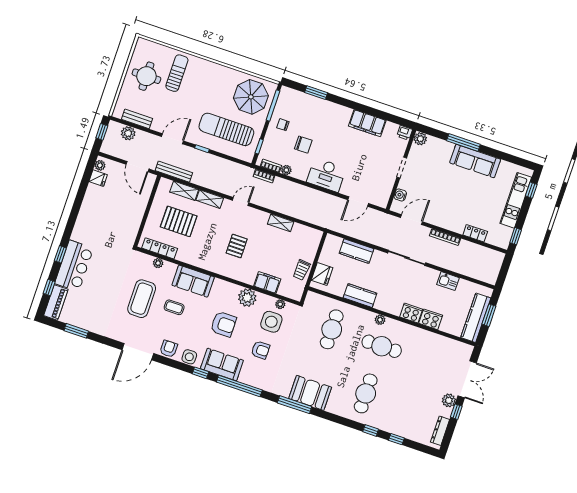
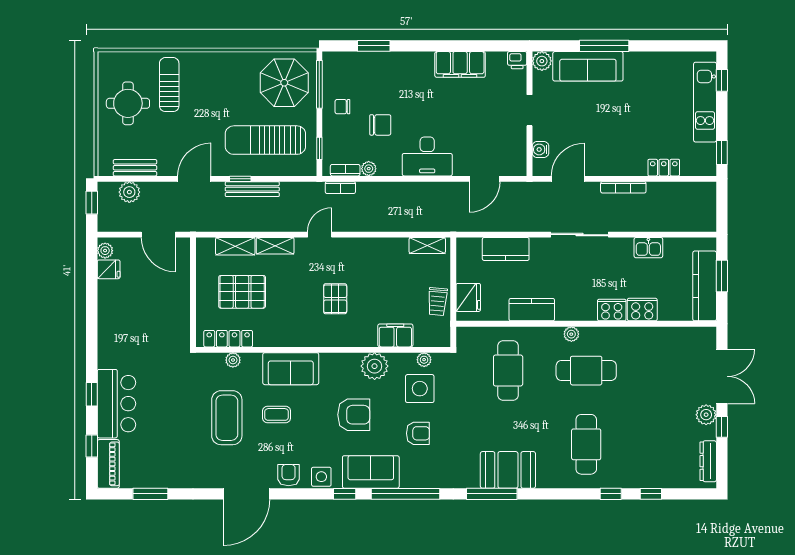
sofa: (475, 161) -> (588, 66), moved
bench: (174, 172) -> (252, 189), moved
shelving: (281, 223) -> (427, 245), moved

